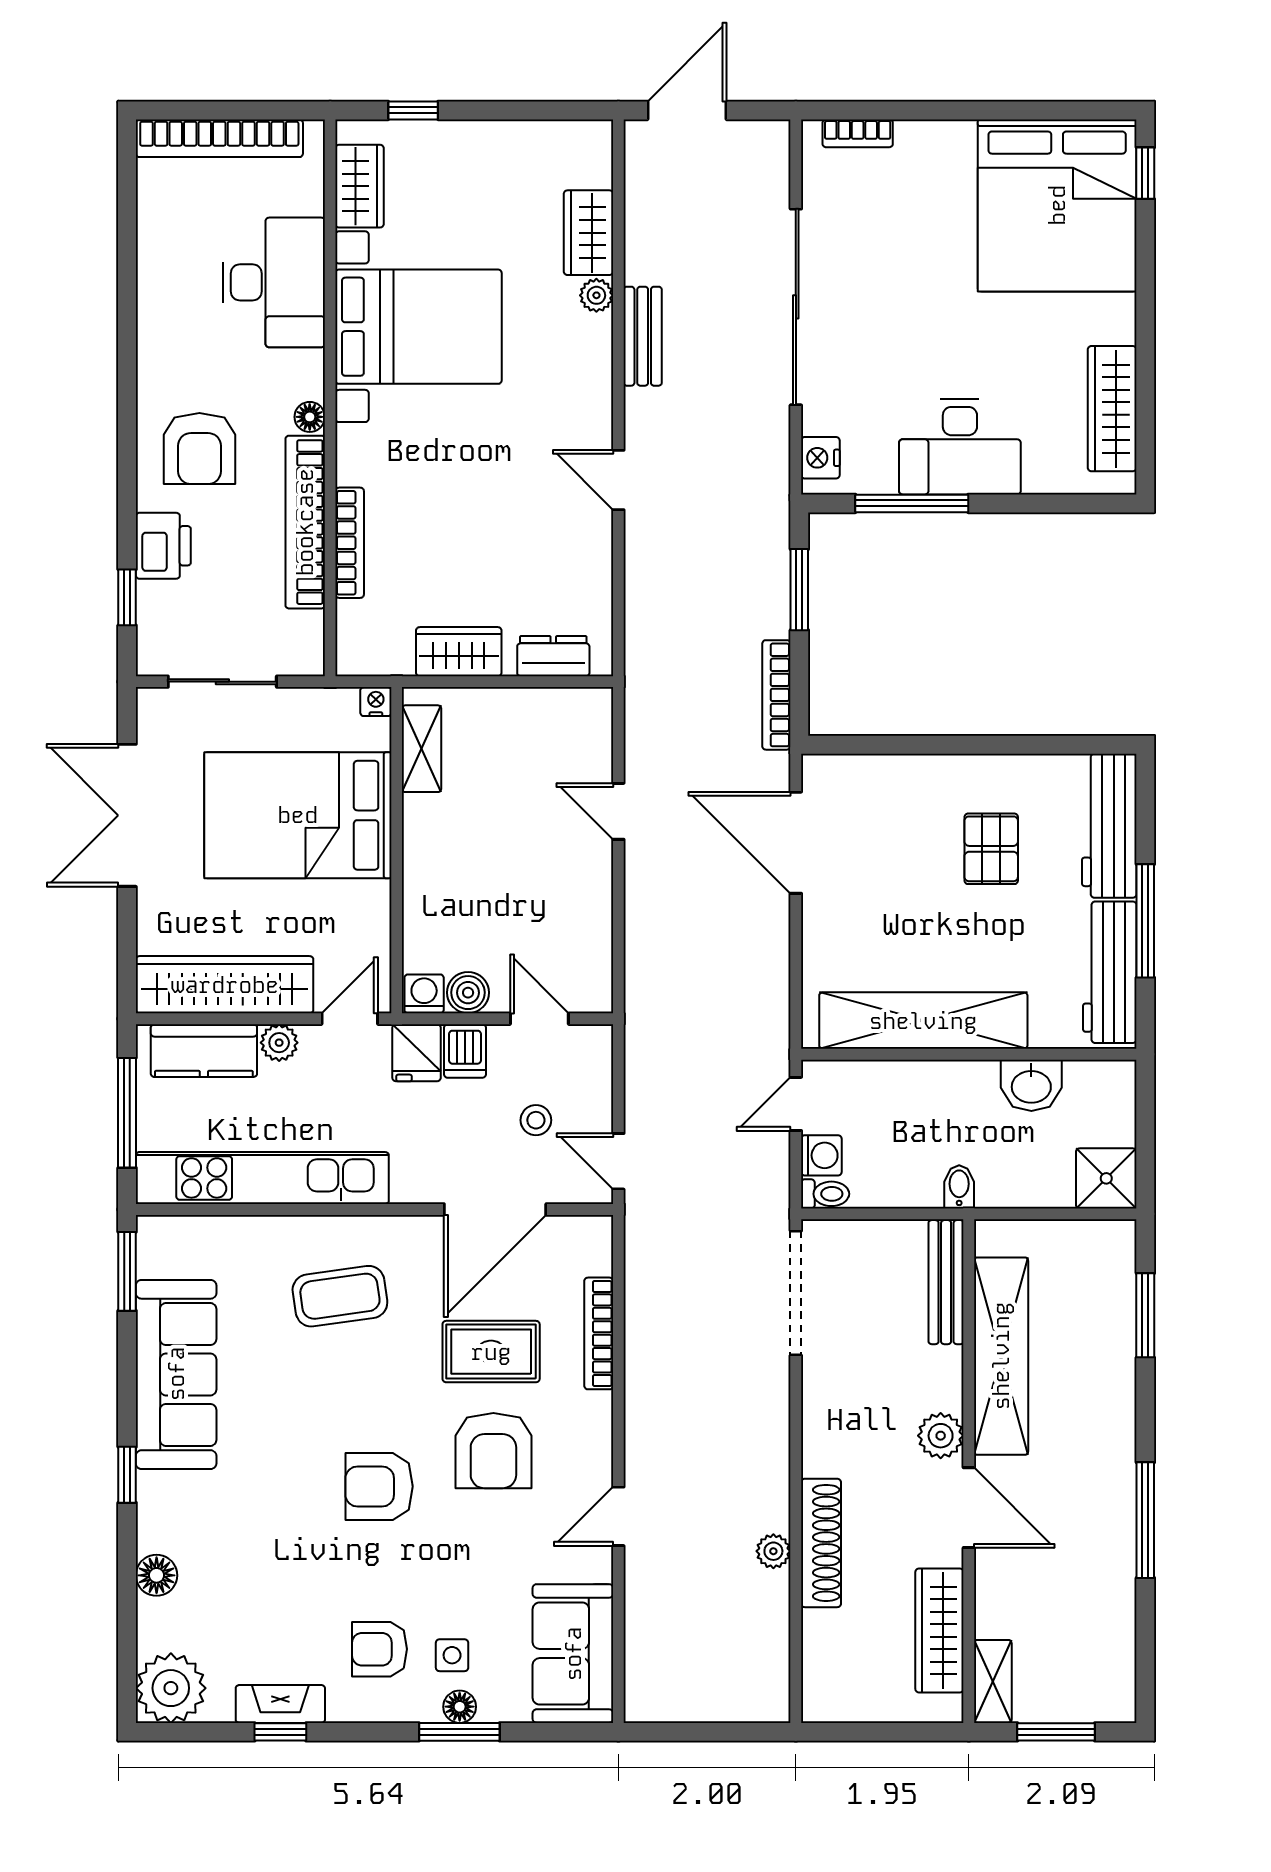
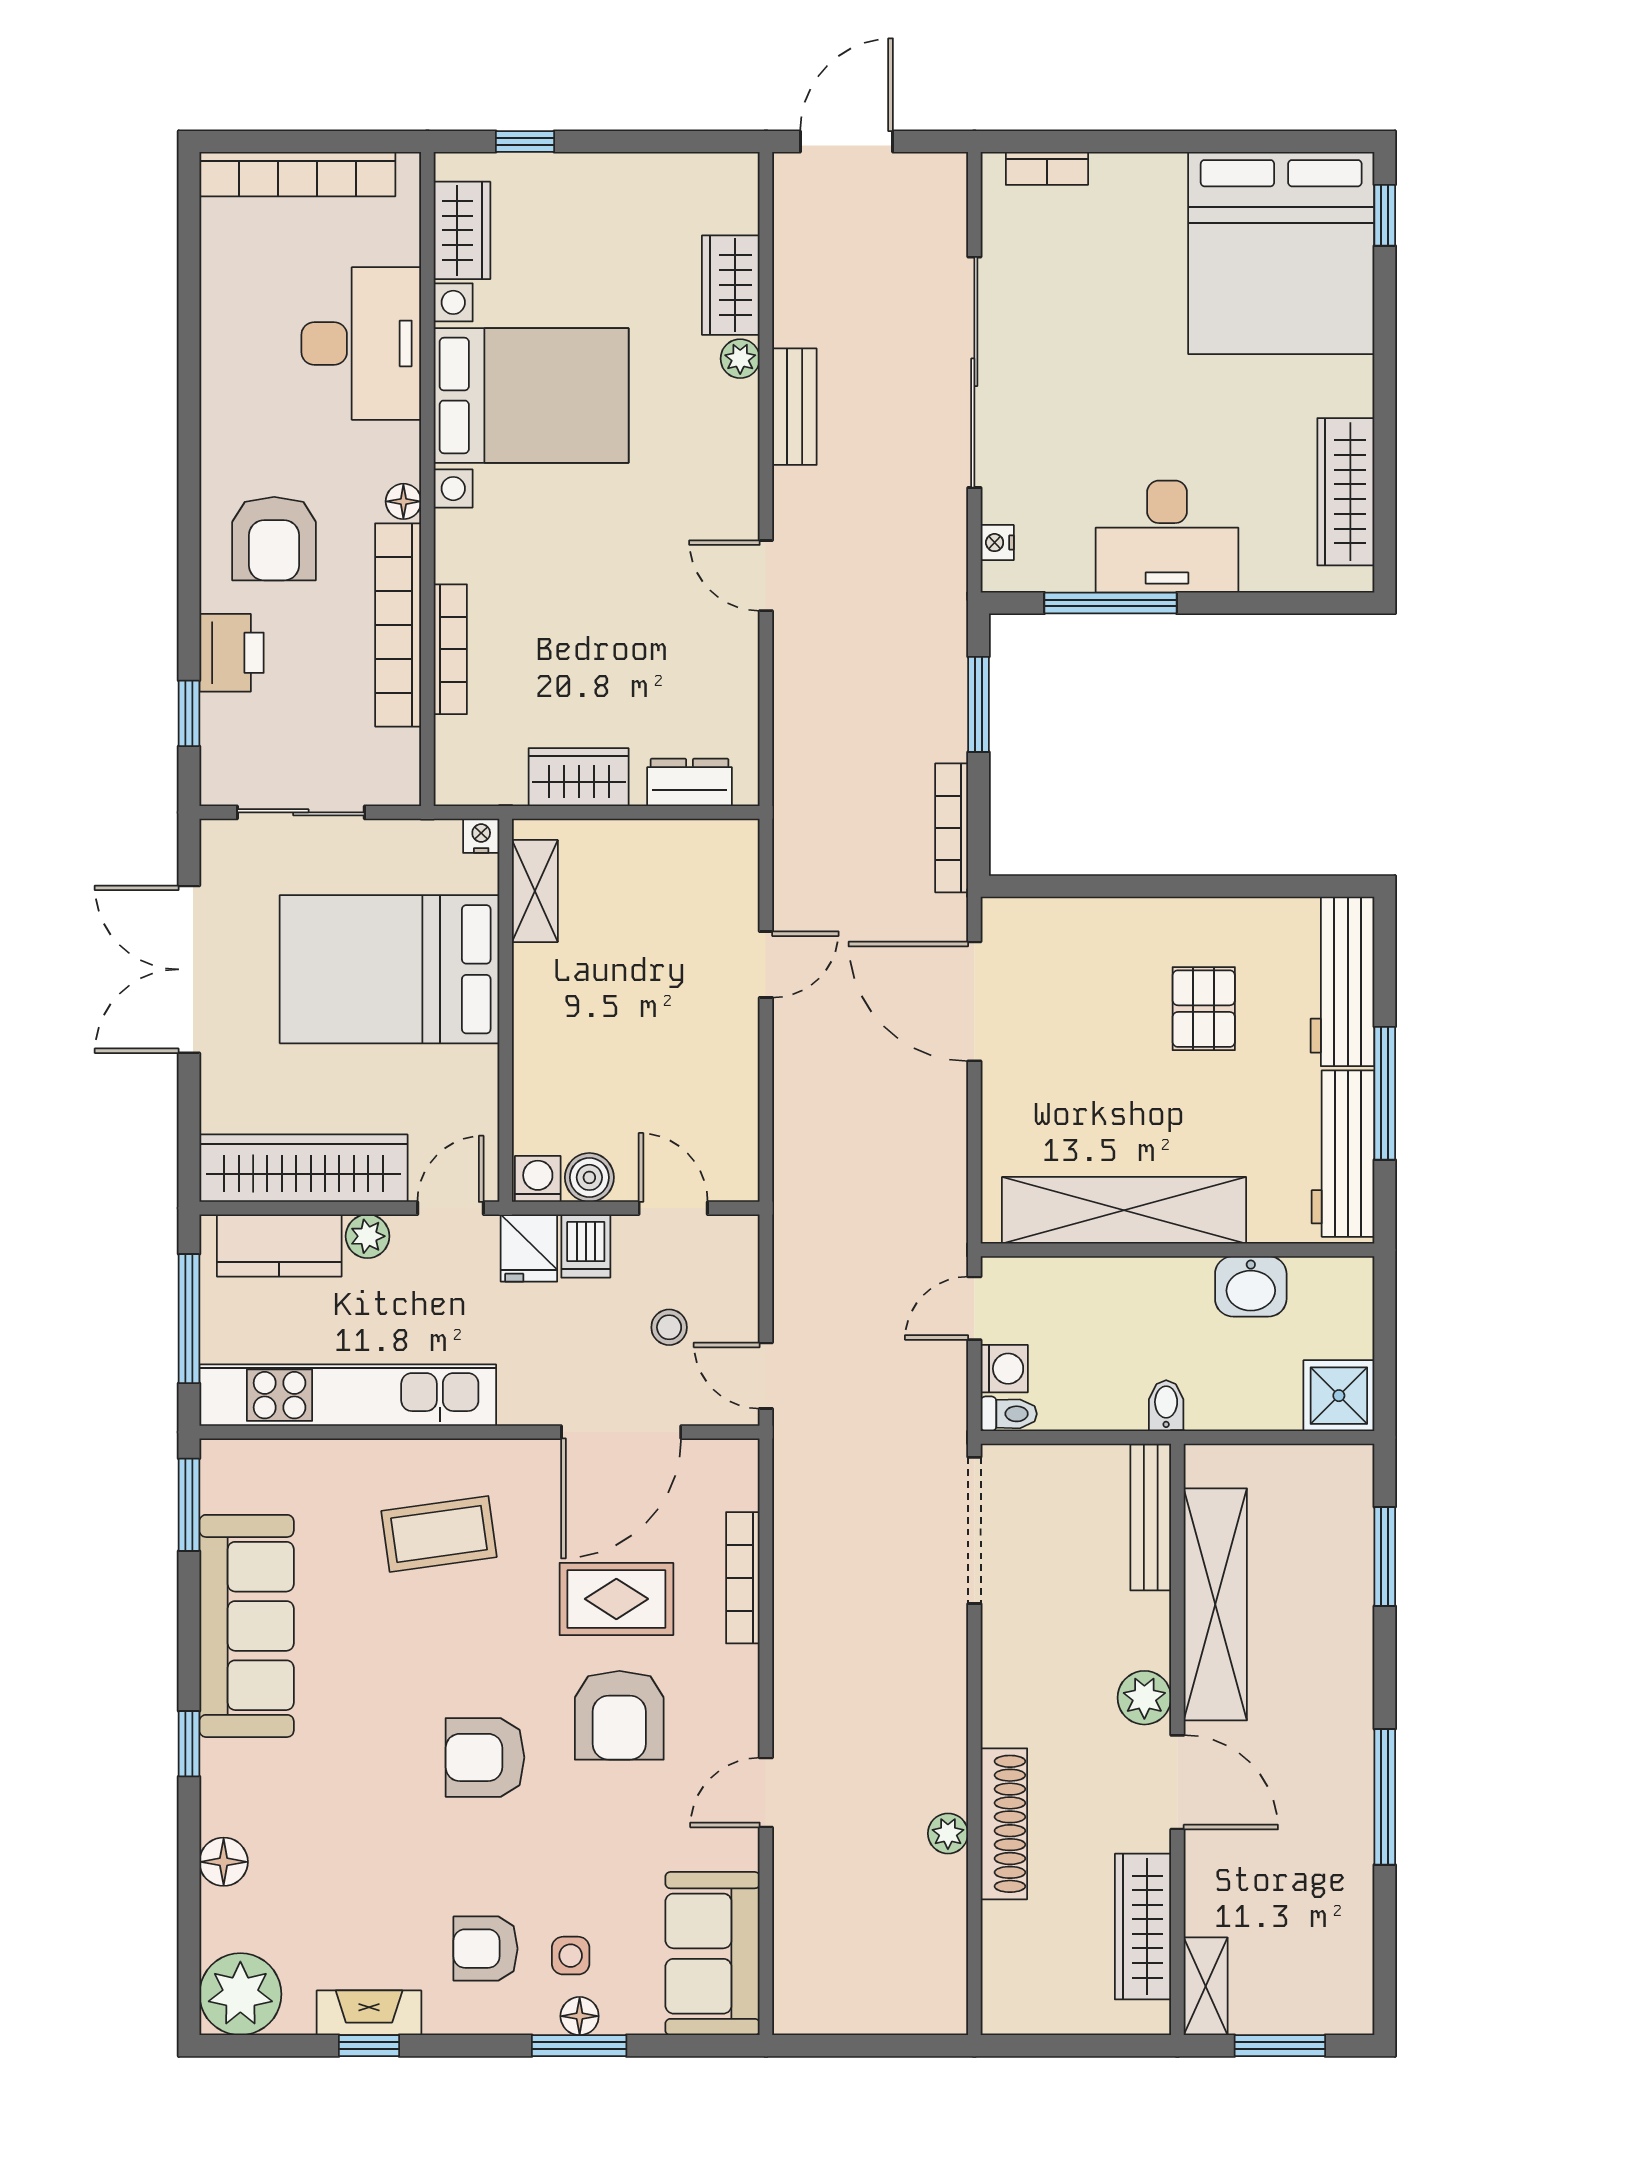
nightstand: (820, 458) -> (997, 543), width x0.72, depth x0.74
door: (618, 811) -> (766, 965), swing flipped

